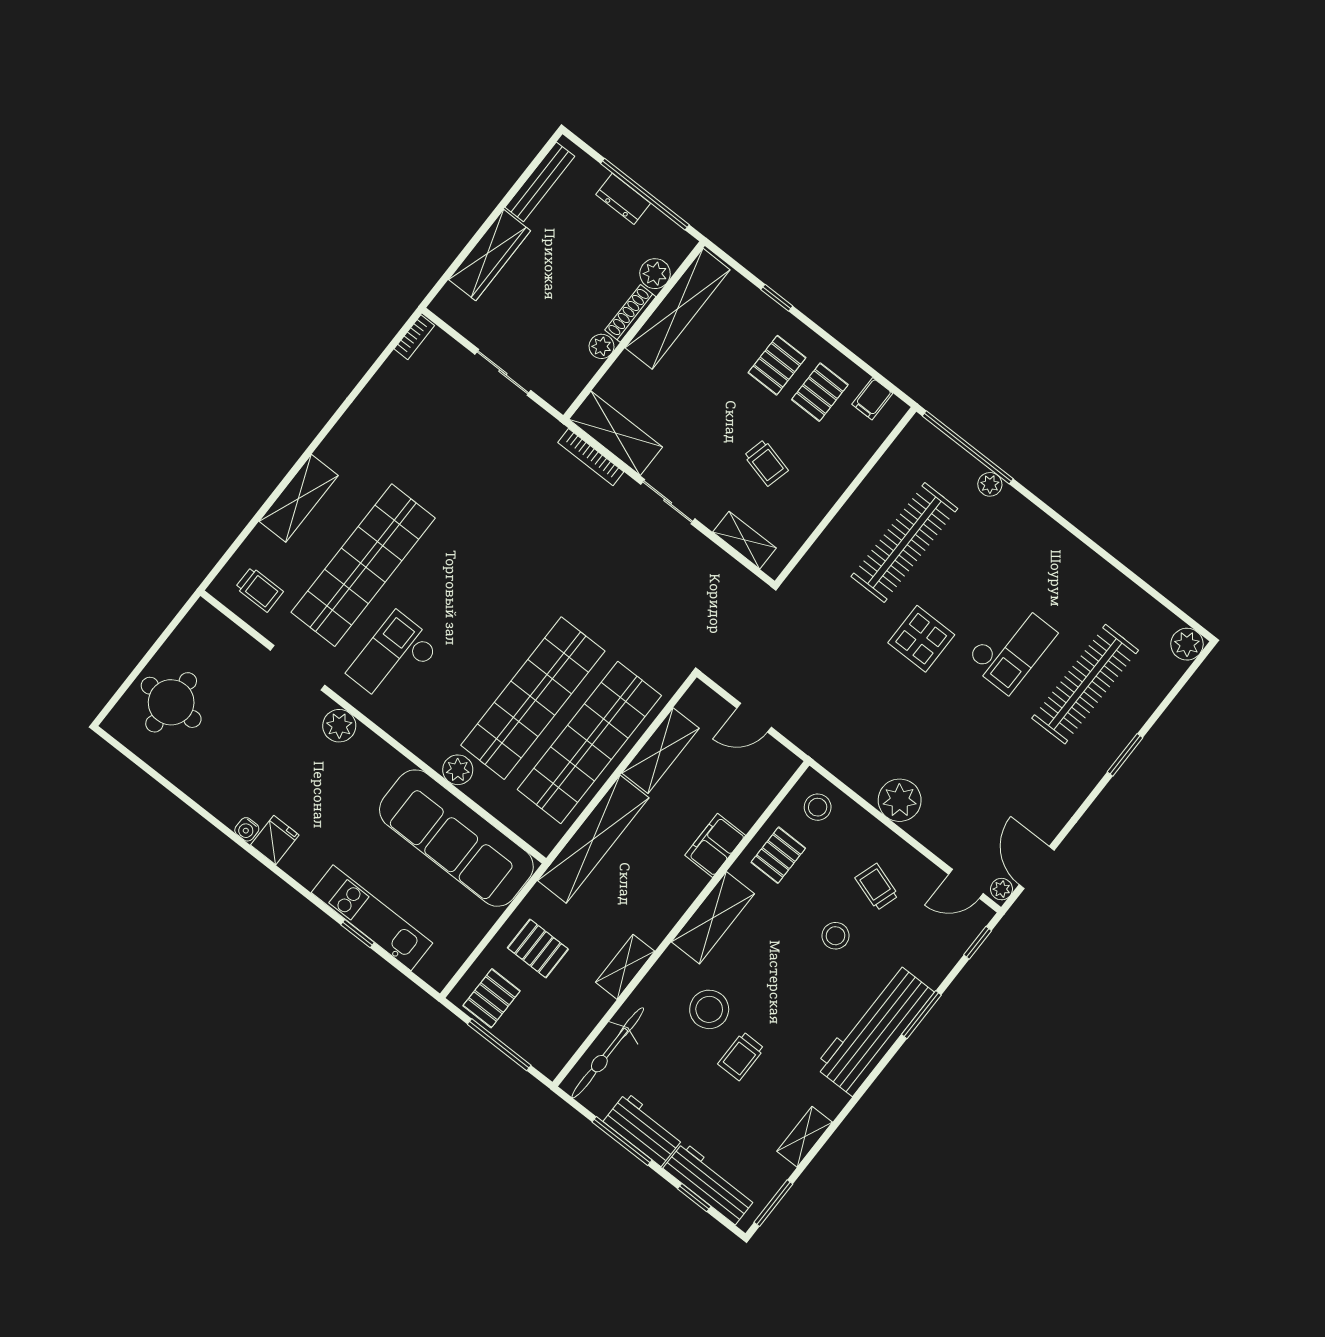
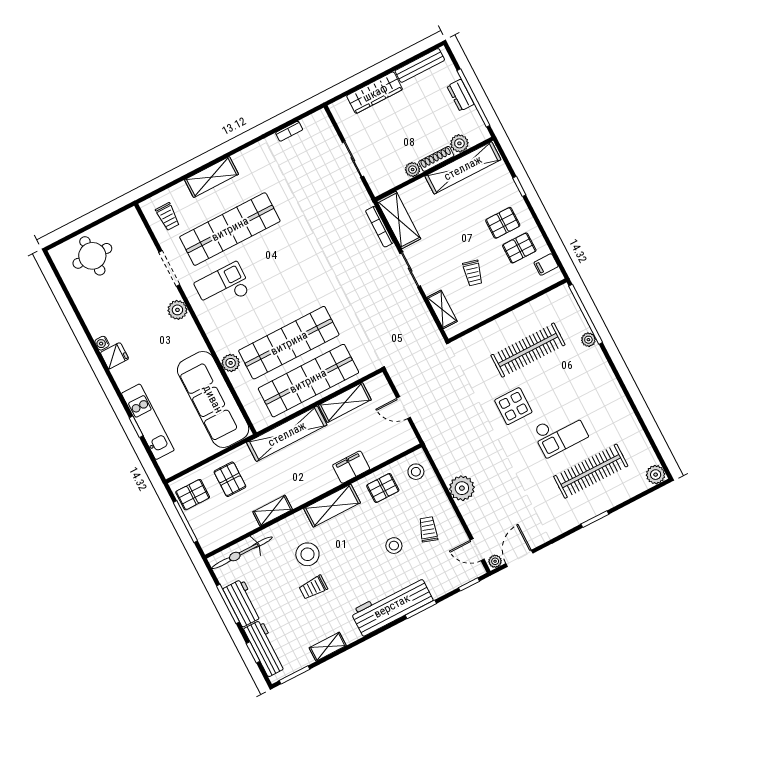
bookcase: (414, 337) -> (289, 131), moved

